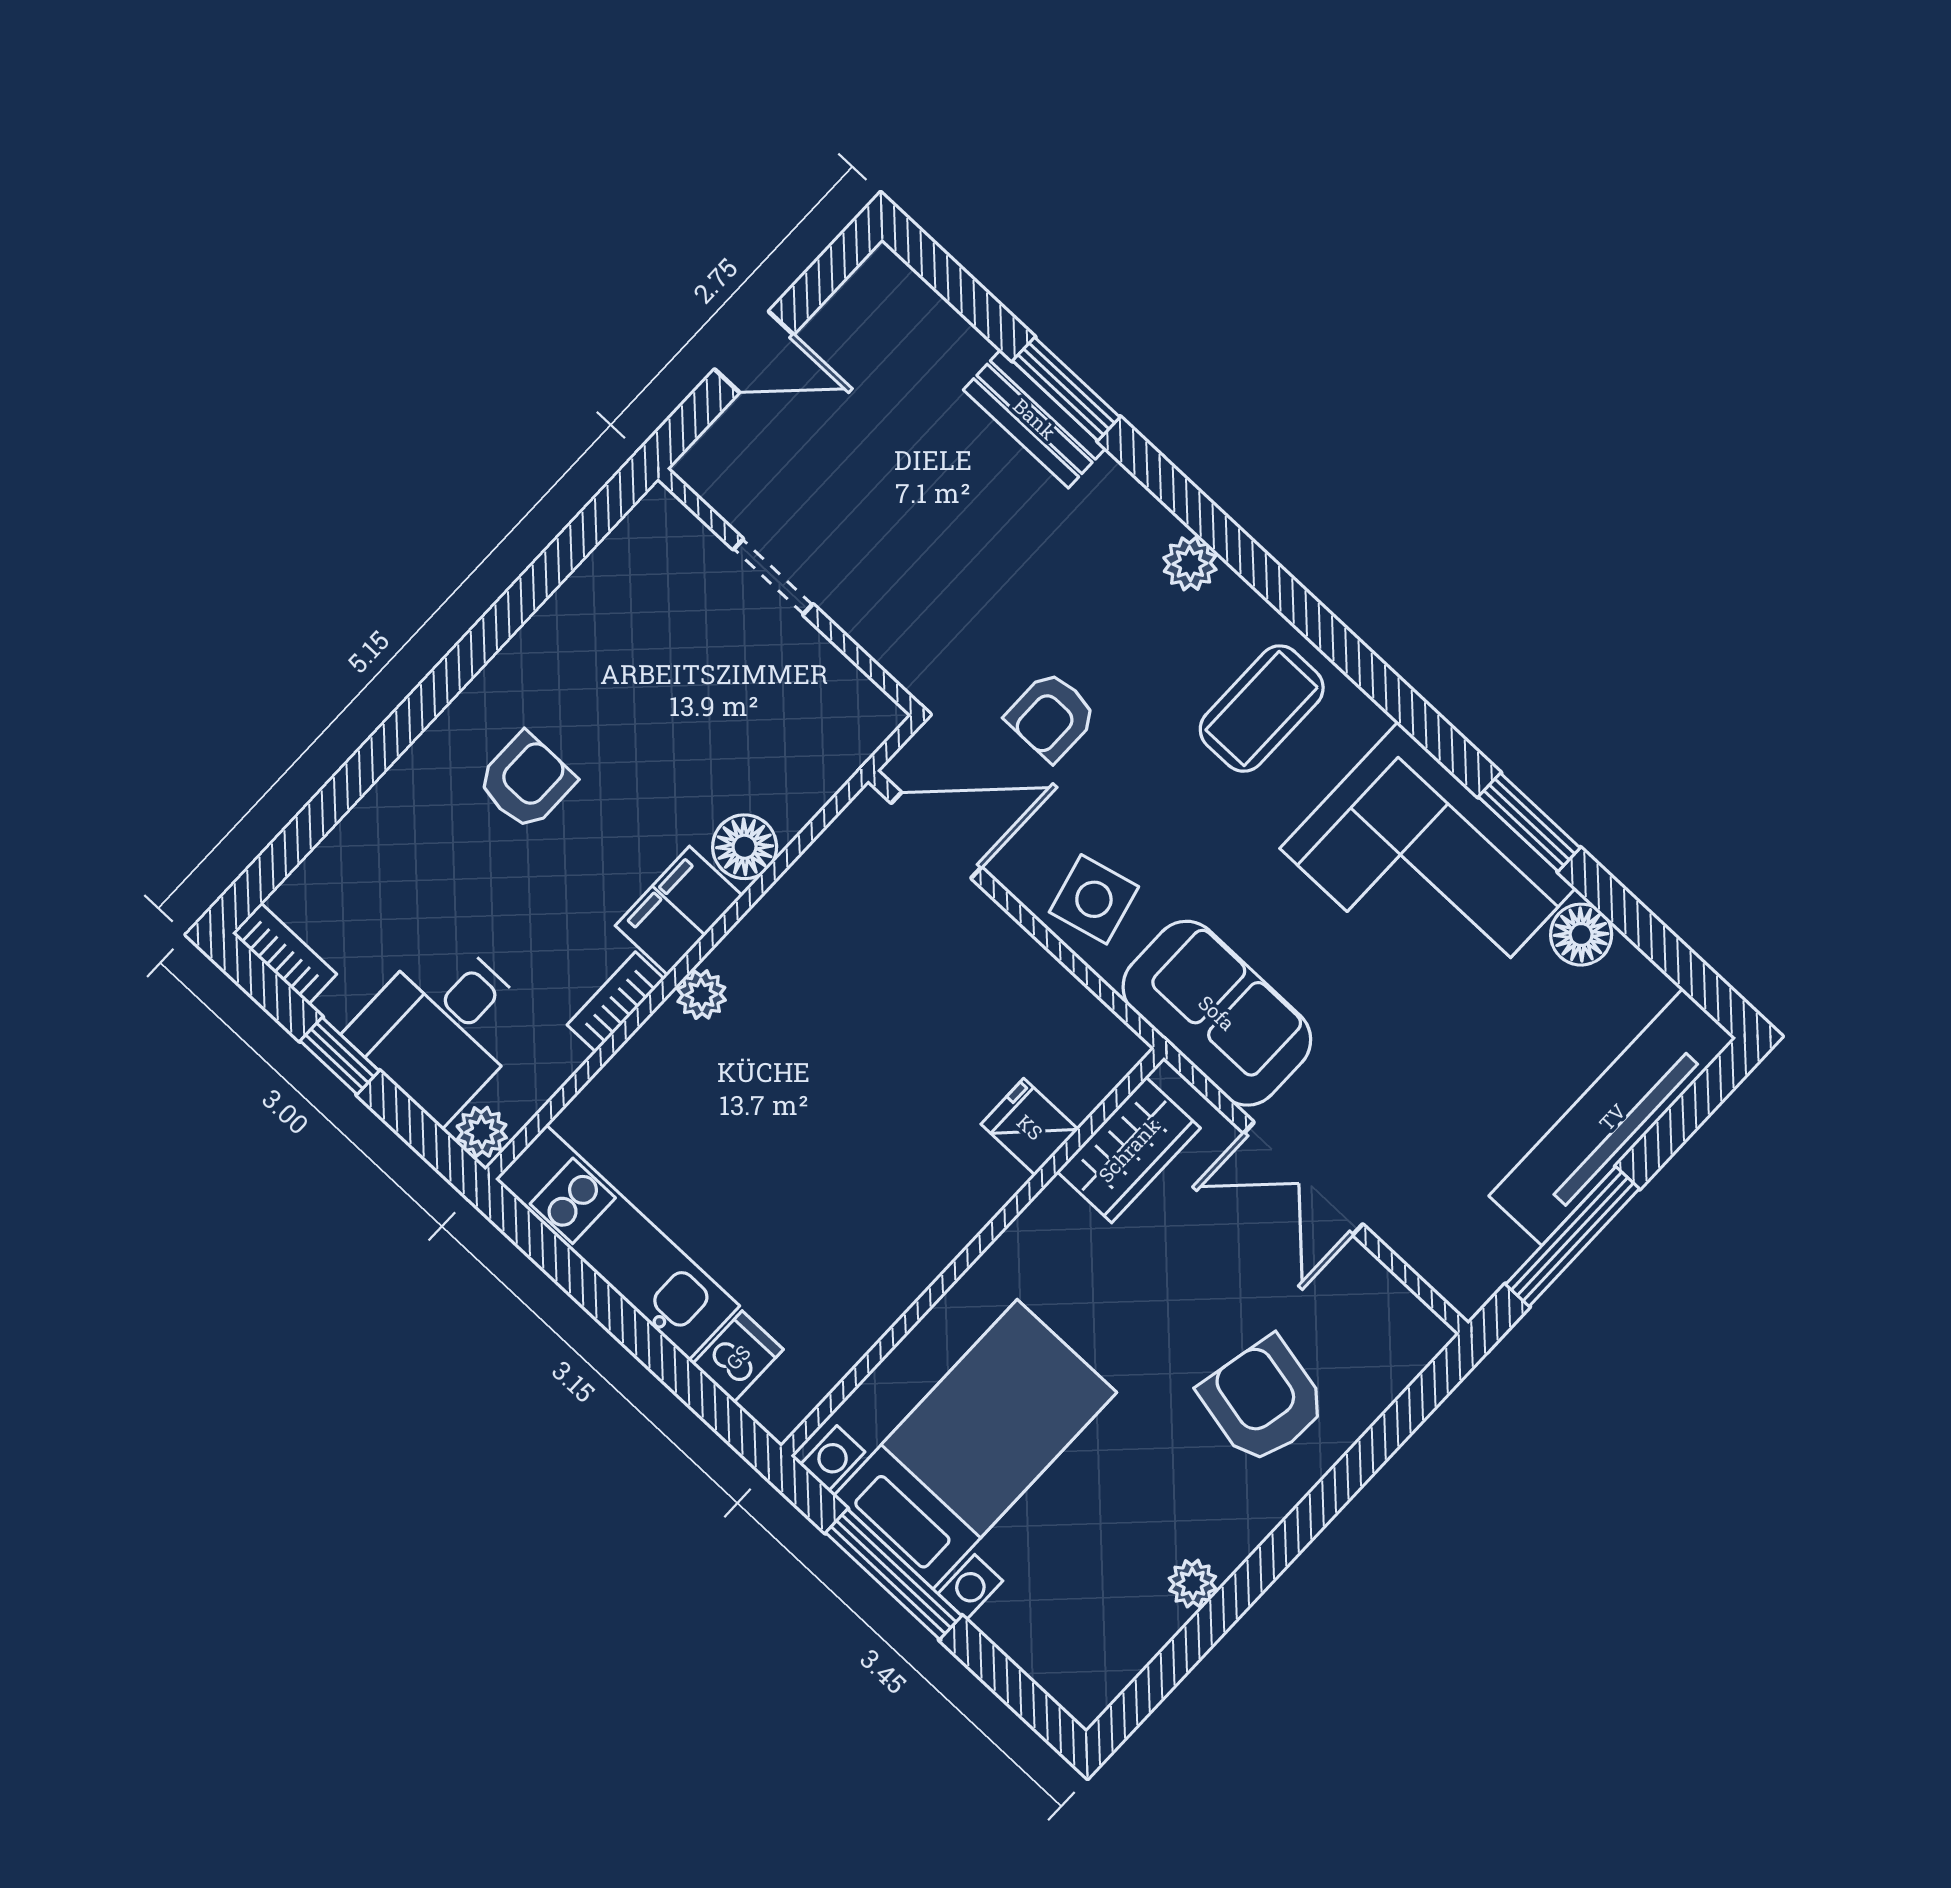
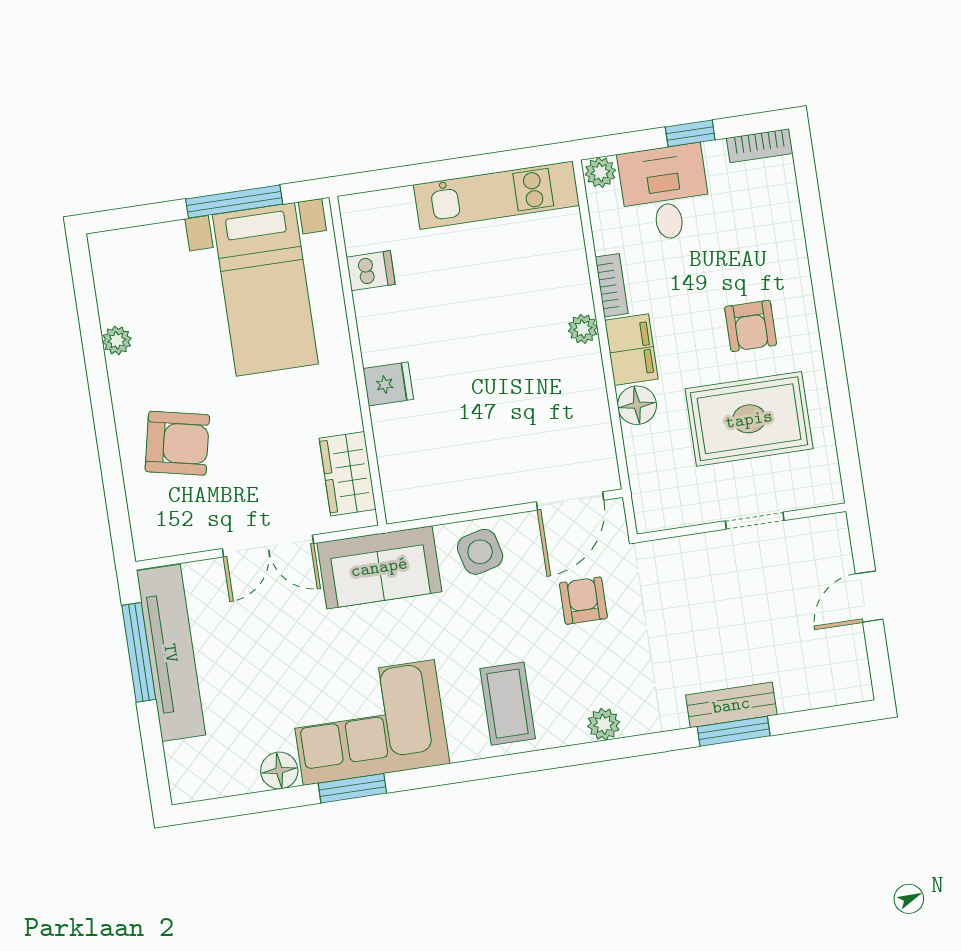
rug: (647, 688) -> (749, 419), added
tv unit: (1612, 1117) -> (171, 653), moved
fridge: (1030, 1127) -> (388, 384), moved
double door: (1303, 1179) -> (268, 546), swing flipped
dishwasher: (738, 1357) -> (371, 271), moved, turned -90

